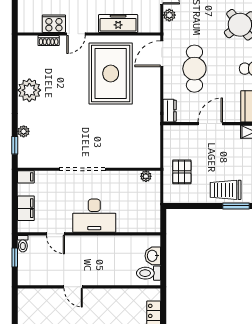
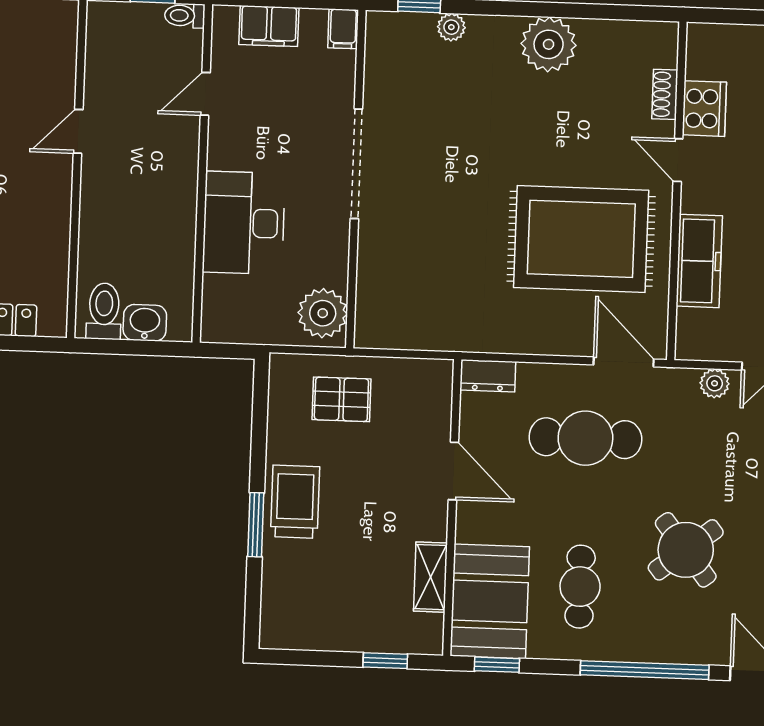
plant: (146, 176) -> (323, 313), width x1.87, depth x1.87
desk: (94, 216) -> (244, 223), moved

